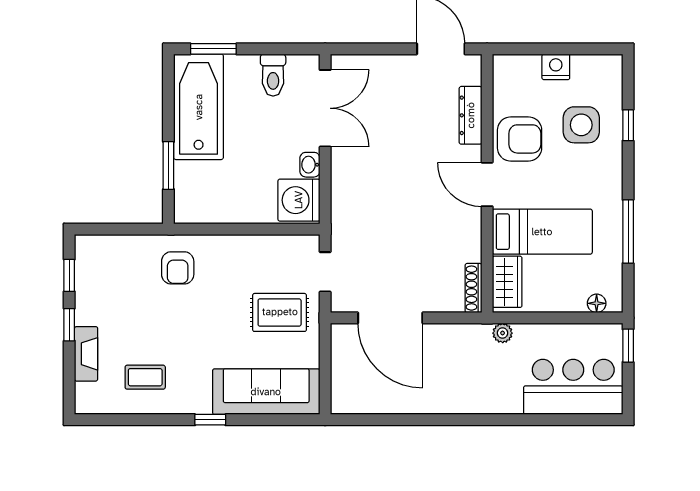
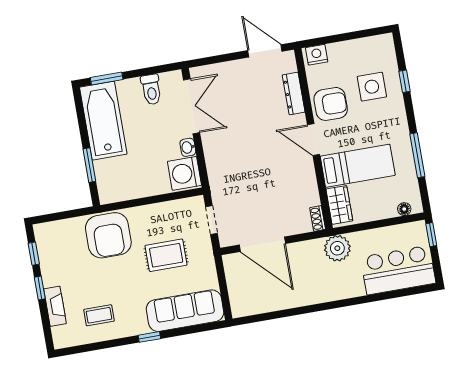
nightstand: (556, 67) -> (317, 55), moved
armchair: (178, 268) -> (108, 235), width x1.88, depth x1.88
shoe rack: (473, 288) -> (318, 218), width x0.70
rug: (280, 312) -> (166, 255), moved
plant: (503, 333) -> (337, 248), width x1.88, depth x1.88

